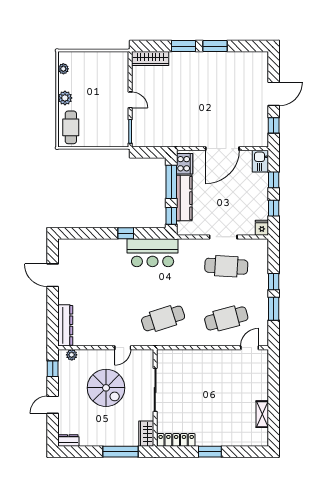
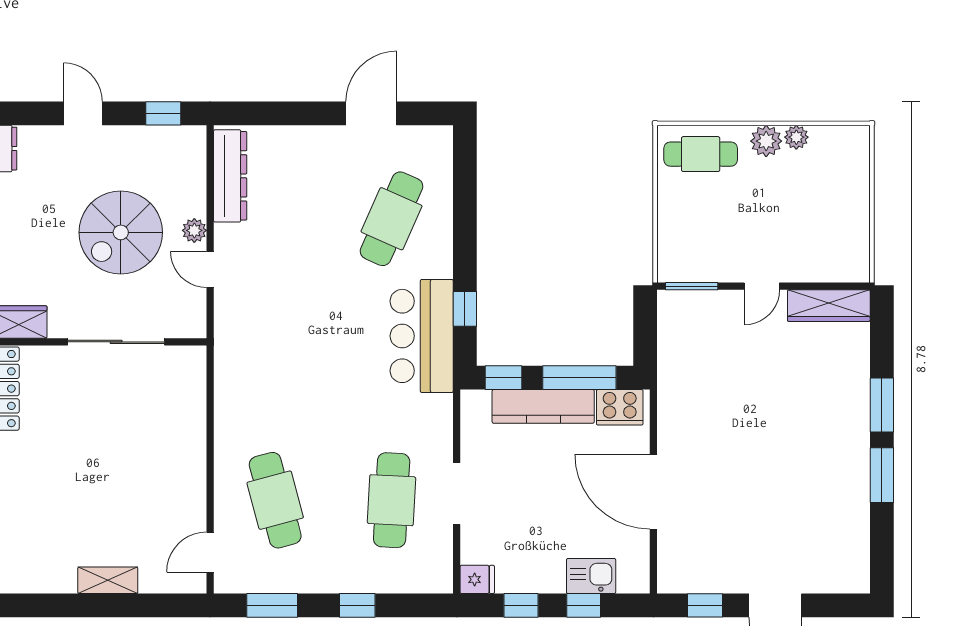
wardrobe: (150, 58) -> (829, 306), moved, turned -90
plant: (63, 69) -> (796, 137), moved
kitchen sink: (260, 161) -> (591, 576), moved
window: (126, 233) -> (465, 309), moved
window: (274, 309) -> (272, 605), moved
cafe table: (163, 318) -> (392, 219), moved, turned 42
dresser: (65, 325) -> (230, 176), moved, turned -90
door: (250, 348) -> (210, 552), swing flipped
plant: (72, 355) -> (194, 230), moved
shelving: (262, 414) -> (108, 580), moved

